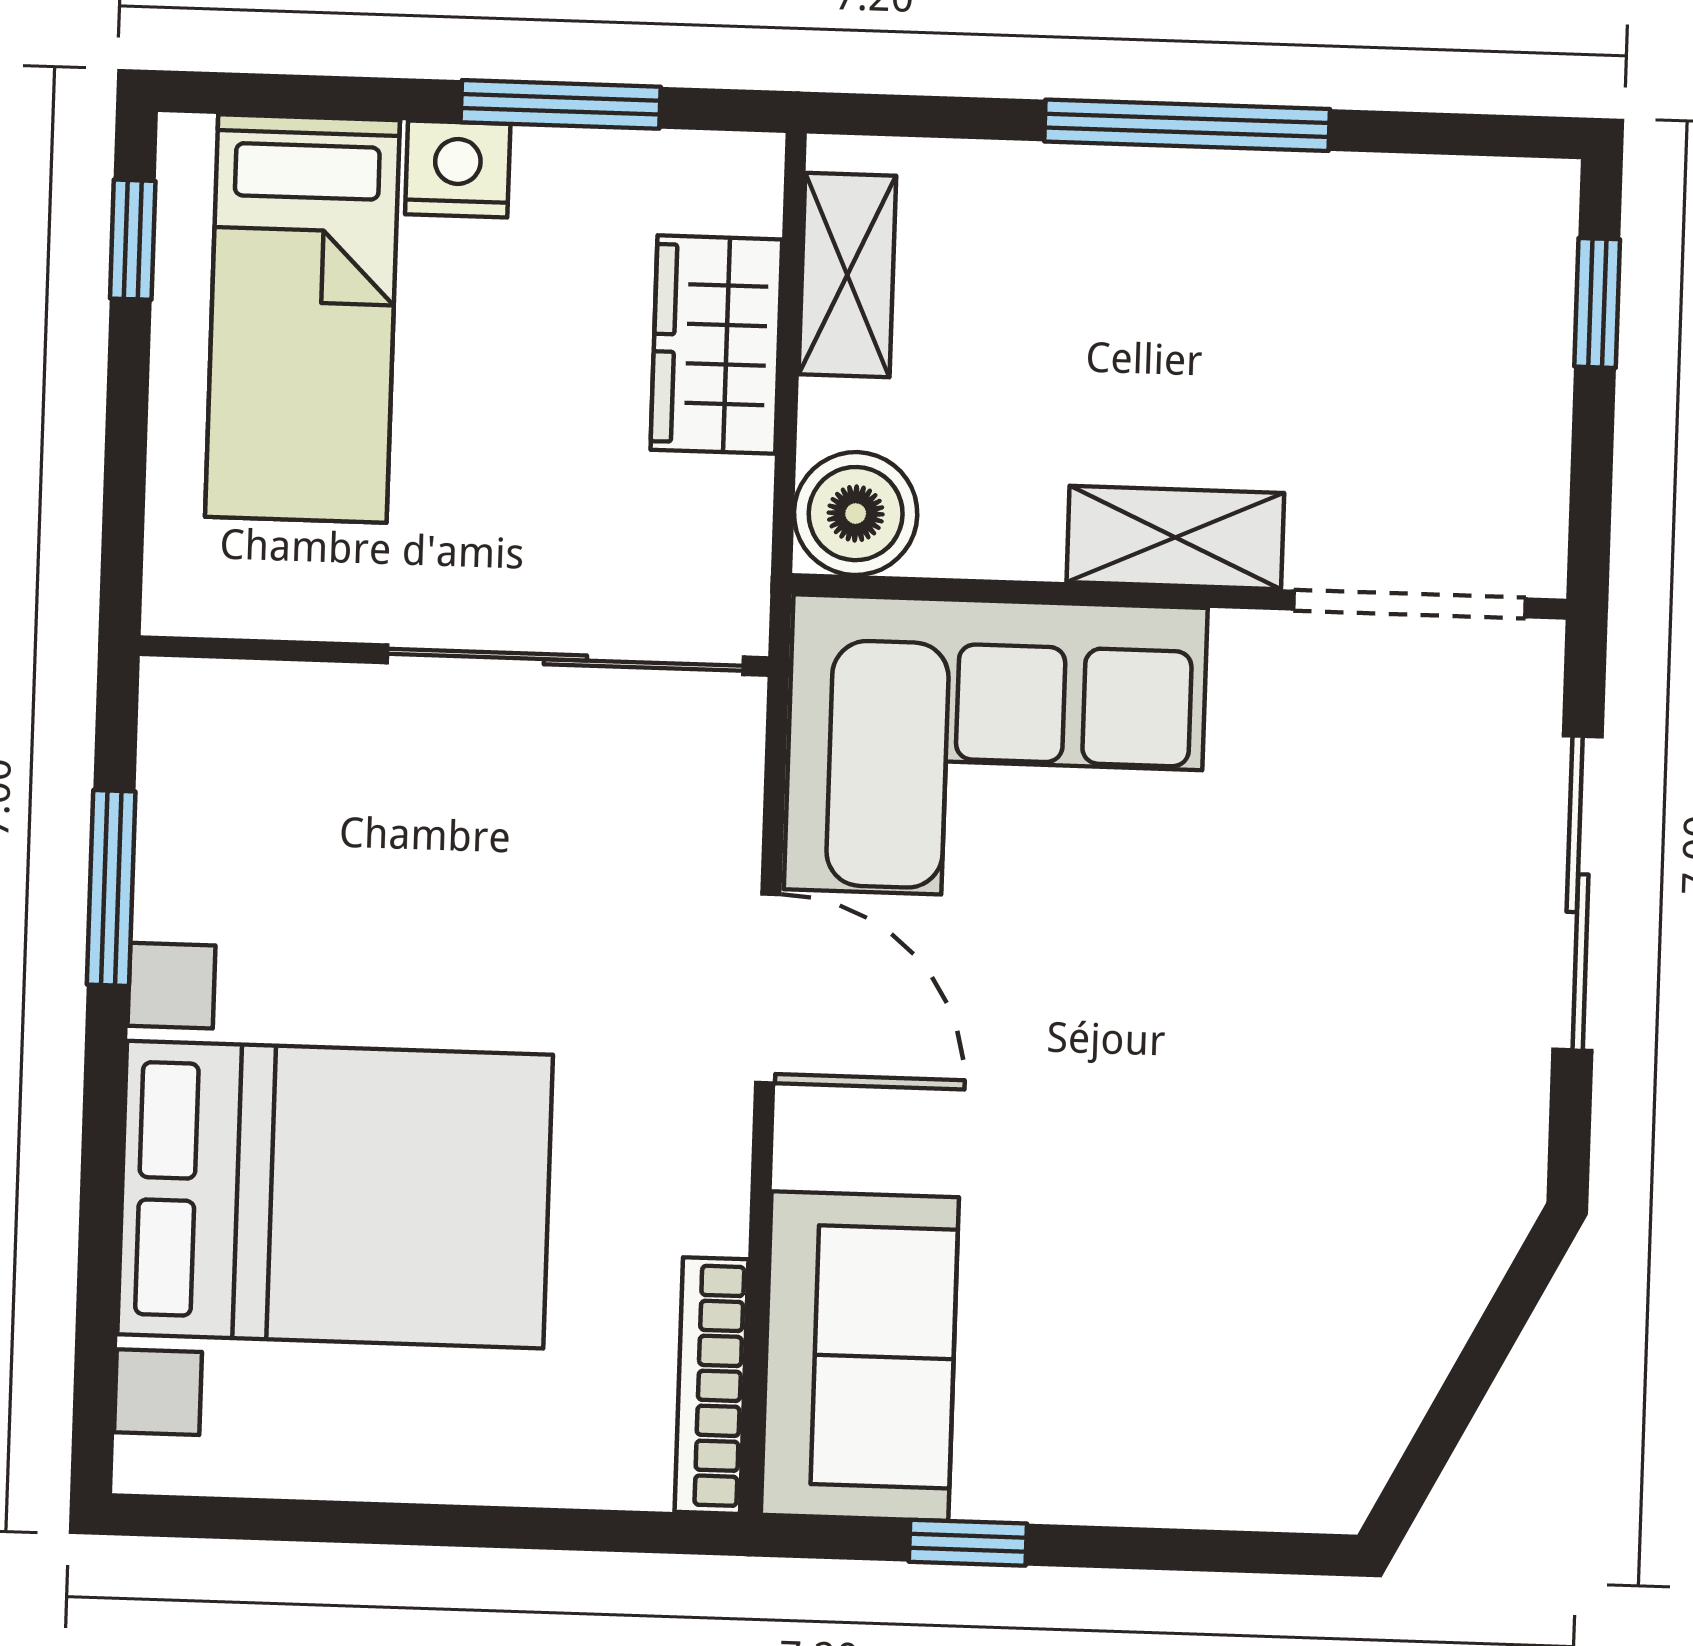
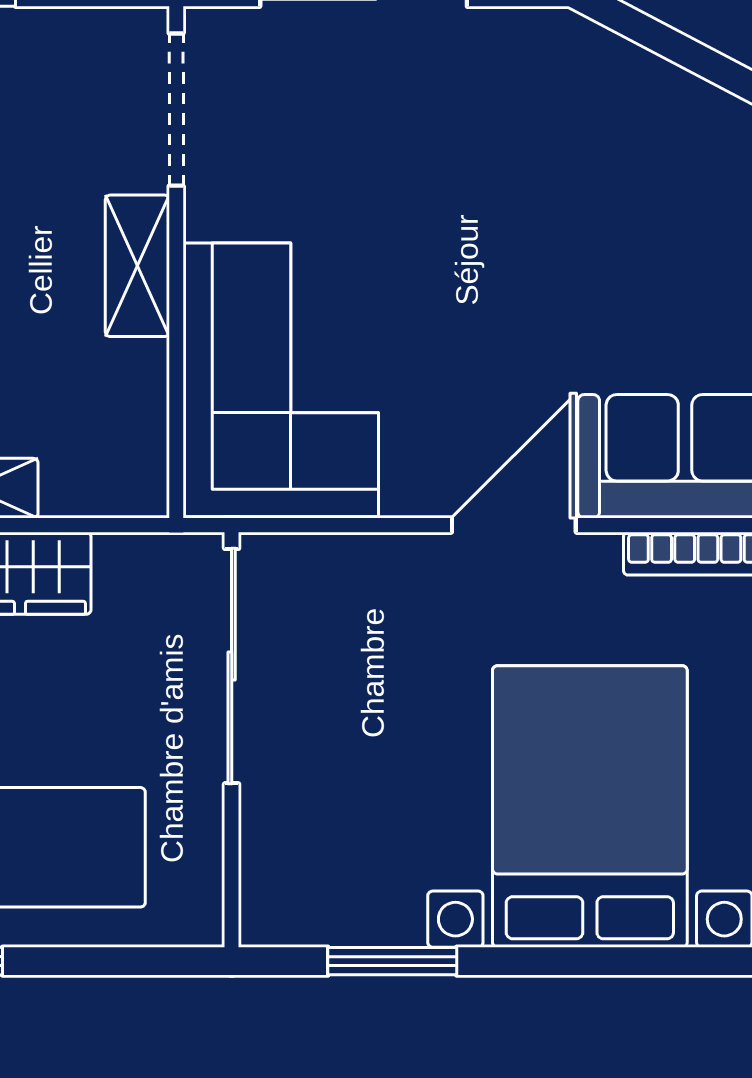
boiler: (856, 514) -> (129, 478), removed
door: (768, 988) -> (514, 525), moved

